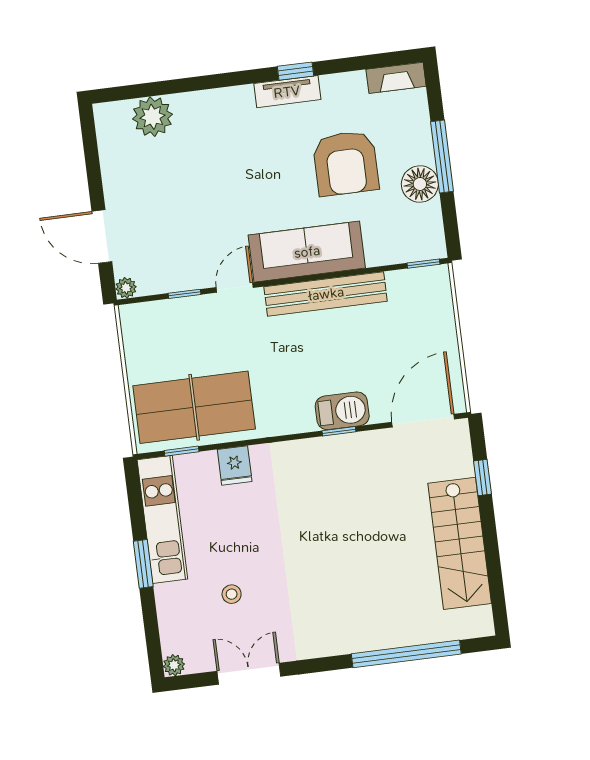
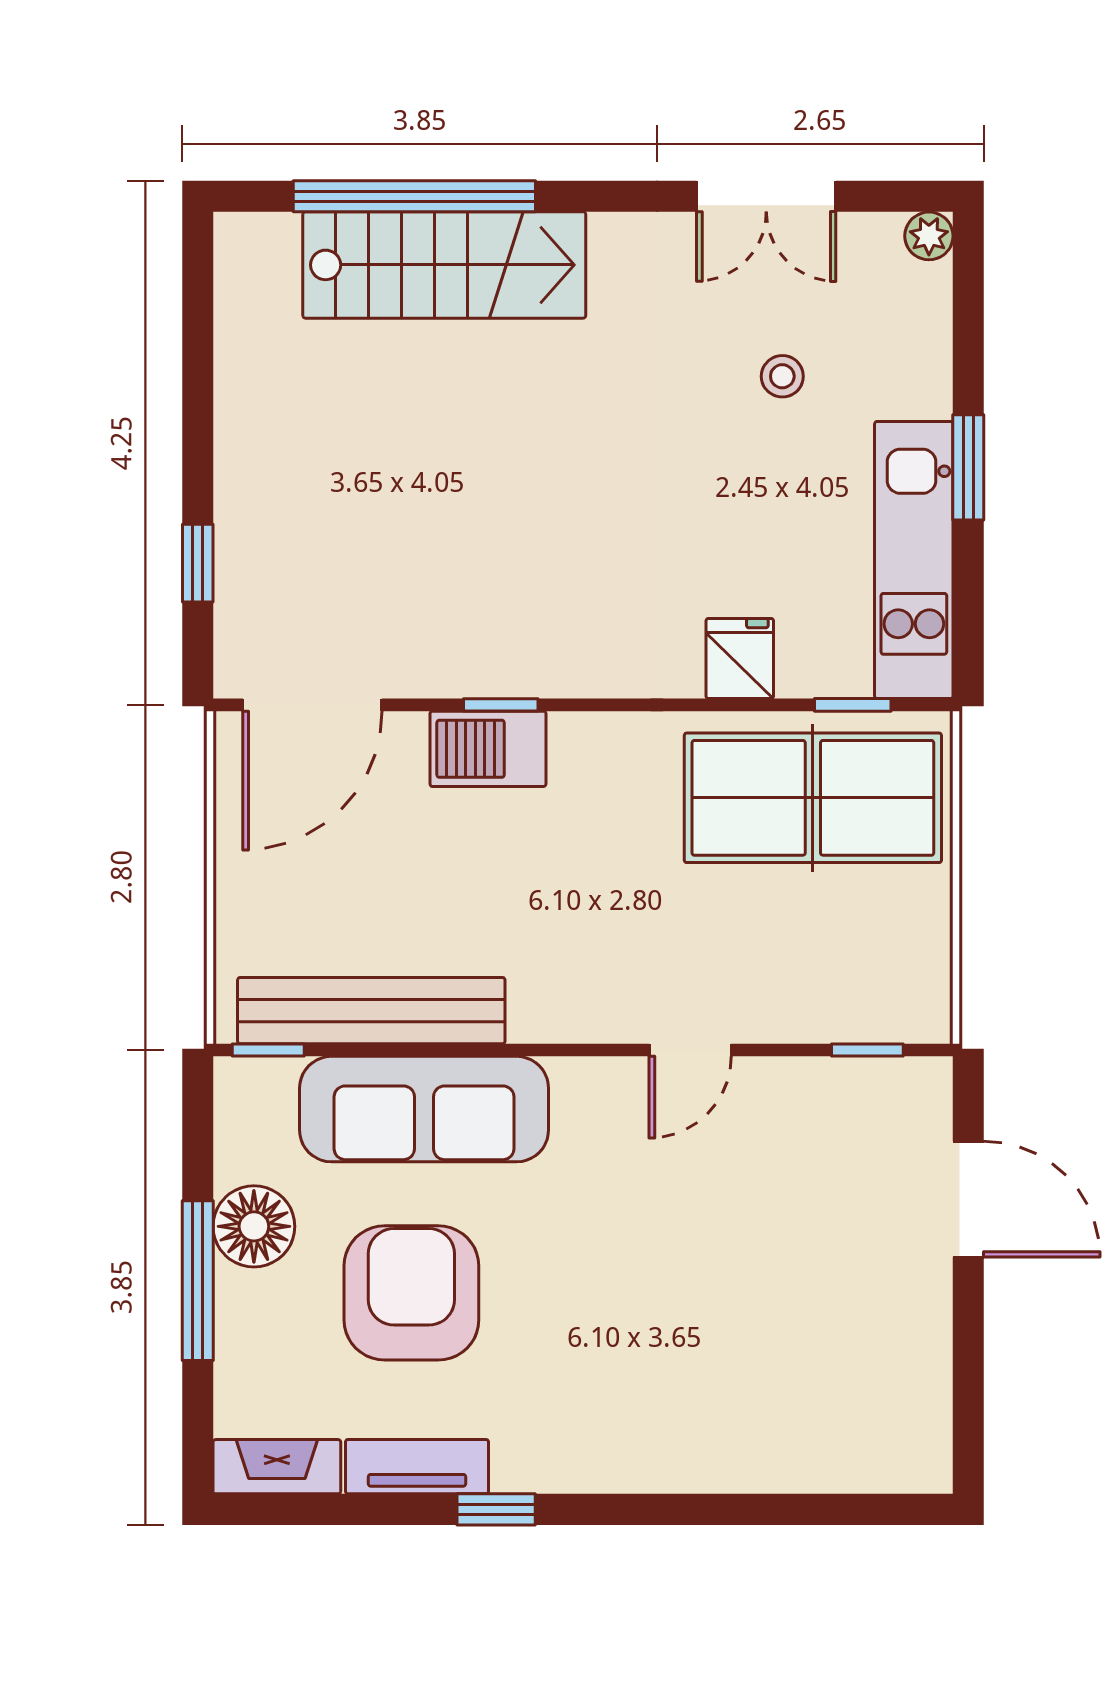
tv unit: (287, 92) -> (417, 1467), moved
plant: (152, 117) -> (824, 1449), removed
sofa: (307, 252) -> (424, 1109), moved
plant: (126, 288) -> (930, 1080), removed
window: (184, 294) -> (867, 1050), moved
bench: (326, 294) -> (371, 1011), moved
stairs: (460, 543) -> (444, 265), moved, turned 90

